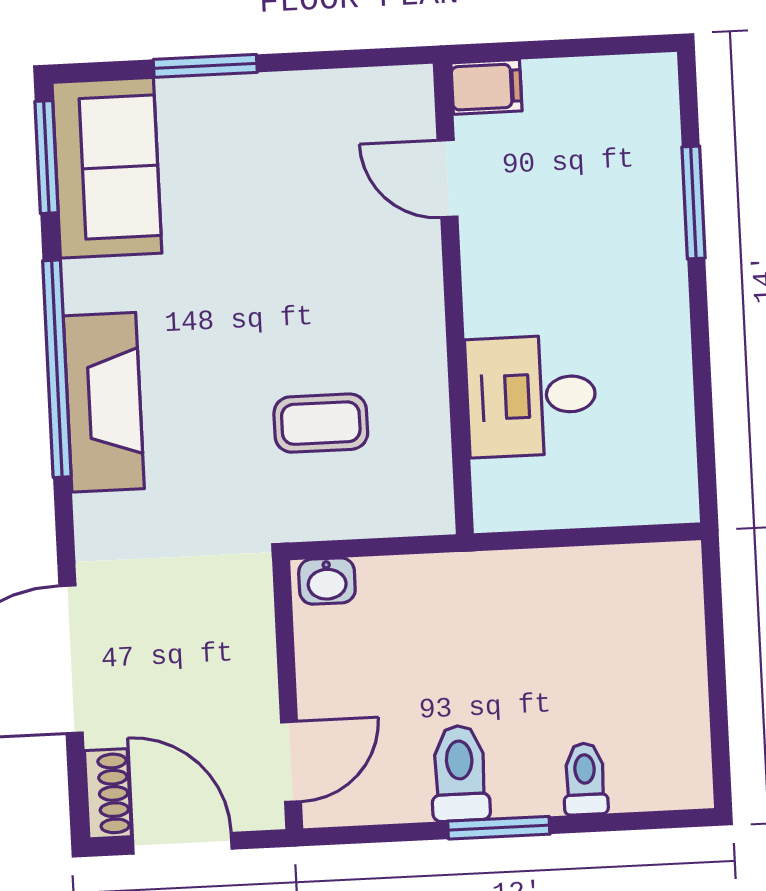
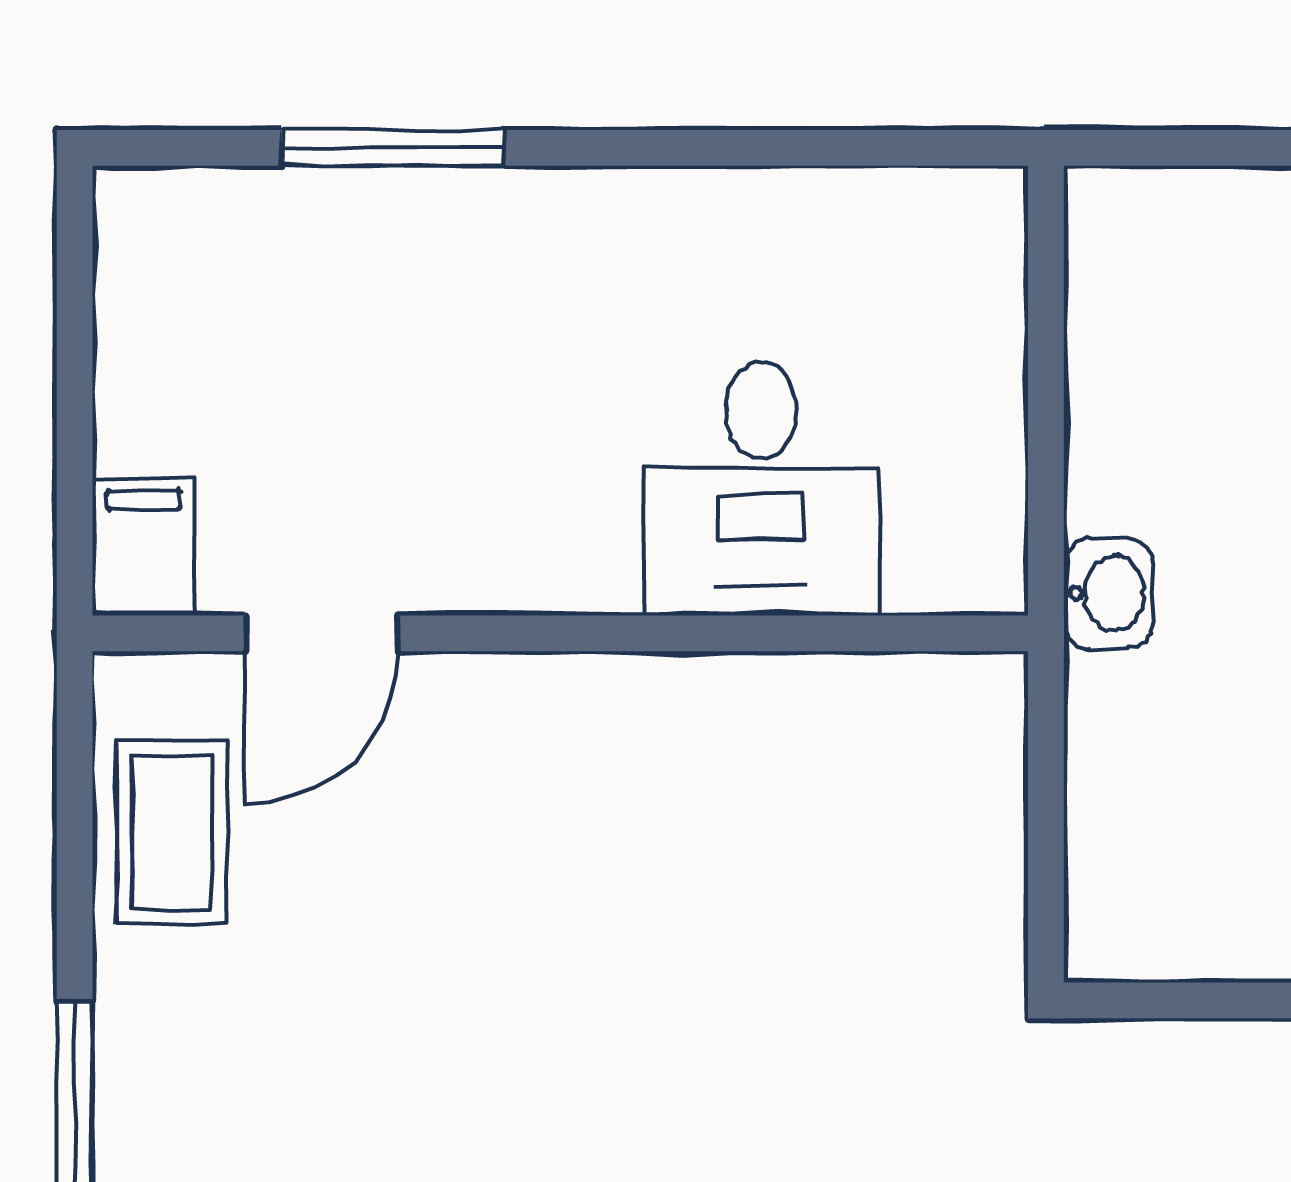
coffee table: (321, 423) -> (172, 832), moved
washbasin: (327, 581) -> (1108, 593), moved

